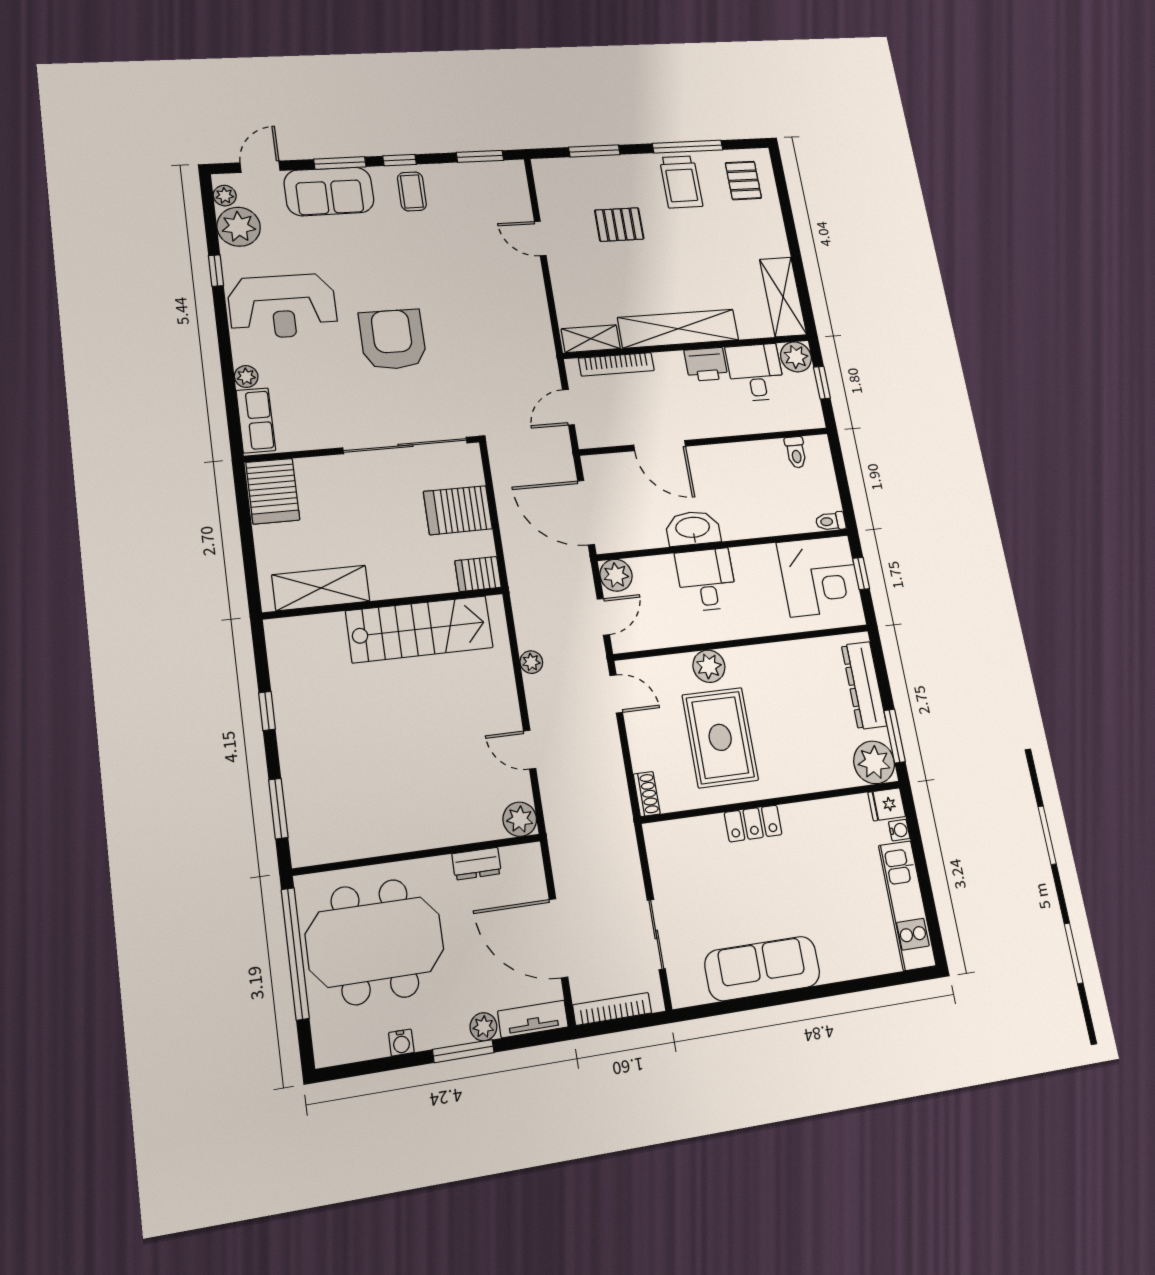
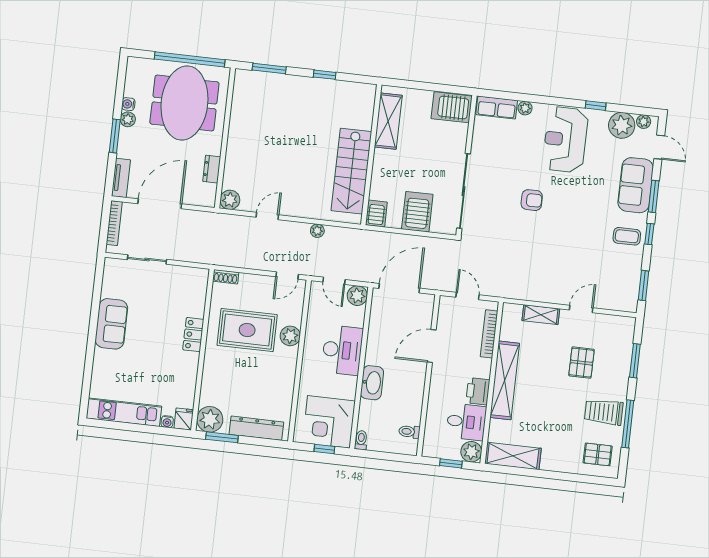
armchair: (393, 339) -> (532, 200), width x0.53, depth x0.53
shelving: (591, 339) -> (541, 315), moved, turned 90
washbasin: (693, 528) -> (372, 383), moved
desk: (706, 580) -> (342, 350), width x1.37
sofa: (762, 968) -> (111, 324), width x0.73
plant: (483, 1027) -> (128, 119), moved

